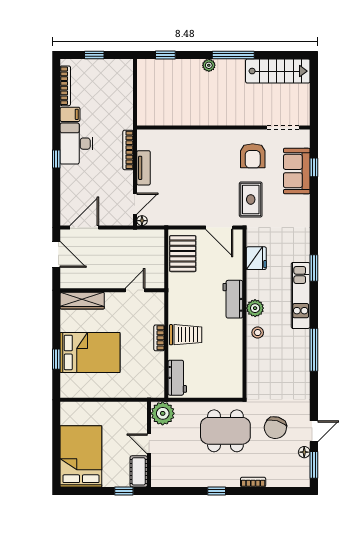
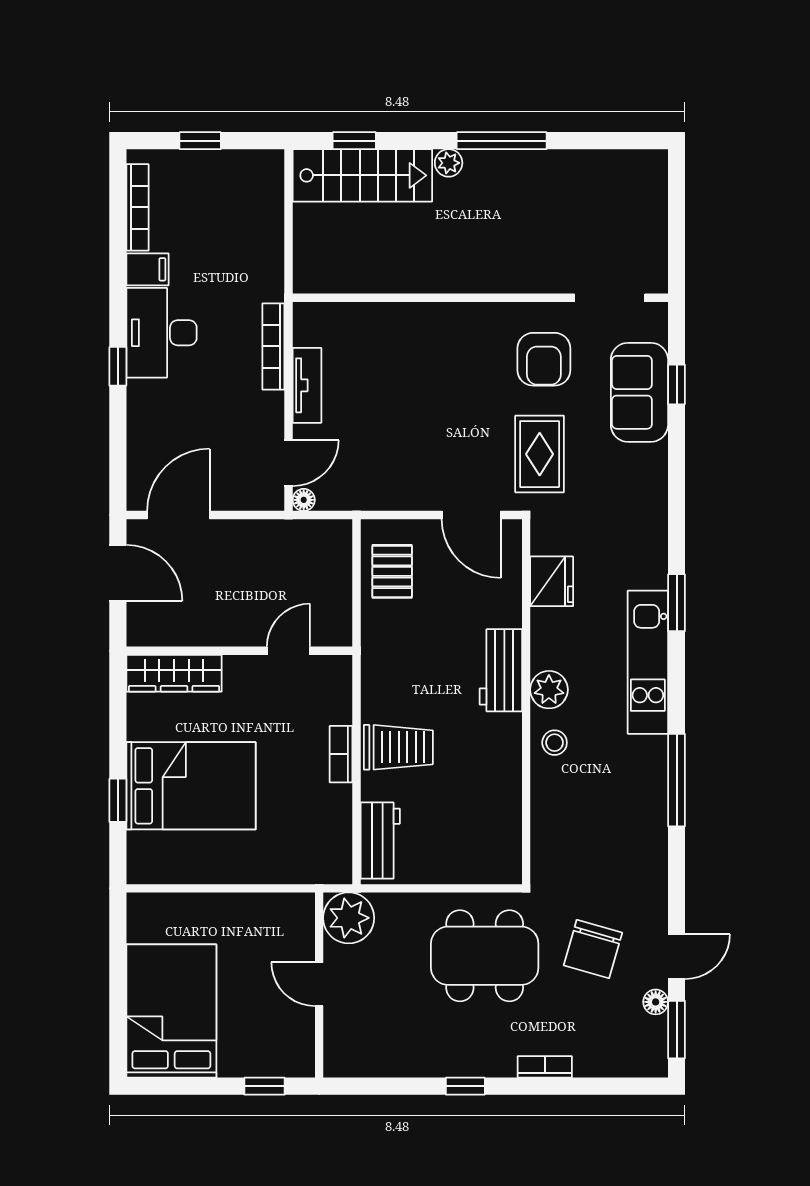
stairs: (278, 71) -> (362, 175), moved
pallet: (183, 254) -> (392, 571), width x0.67, depth x0.71
cot: (139, 471) -> (297, 1044), removed

